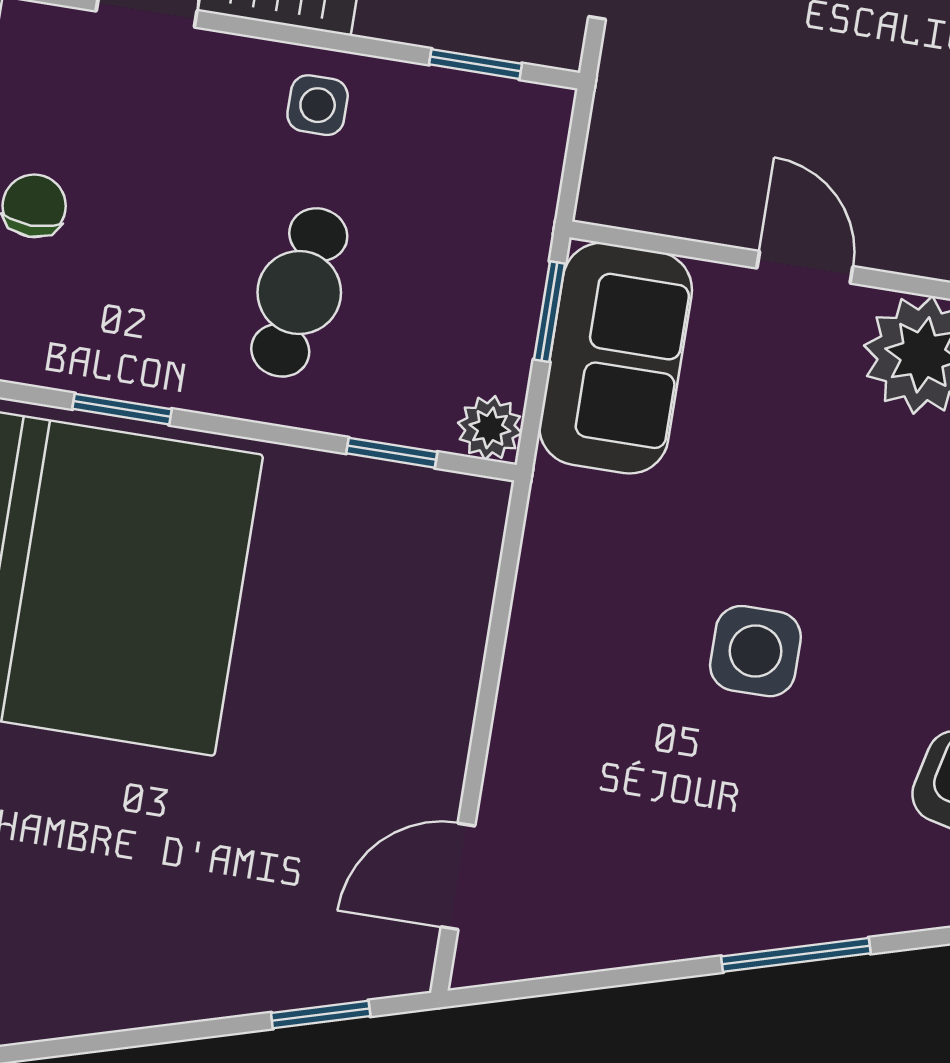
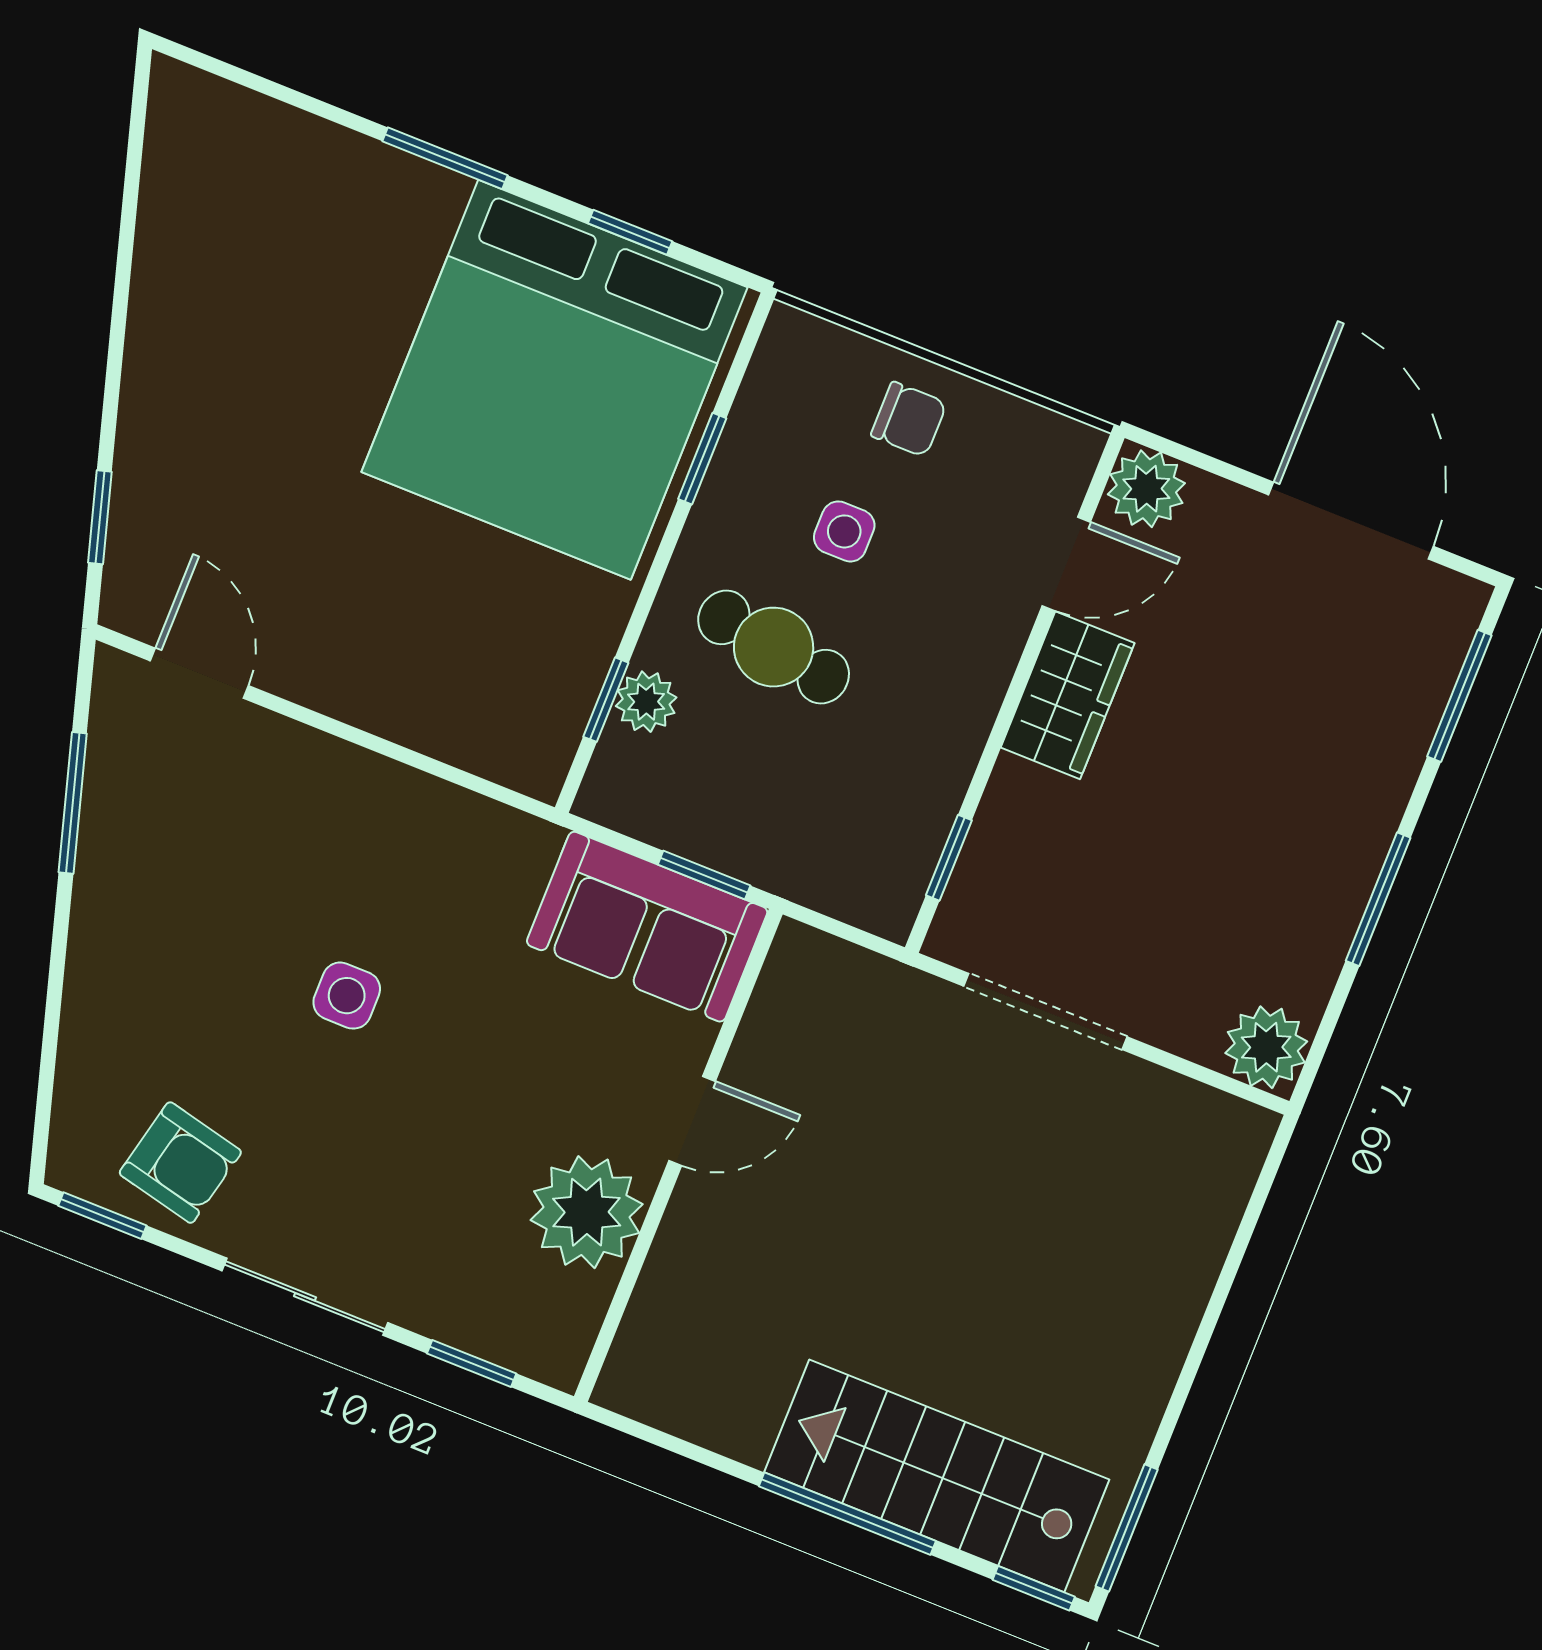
side table: (318, 105) -> (844, 531), moved
plant: (490, 428) -> (646, 702), moved
side table: (755, 651) -> (347, 996), width x0.73, depth x0.73
window: (796, 955) -> (73, 803), moved

